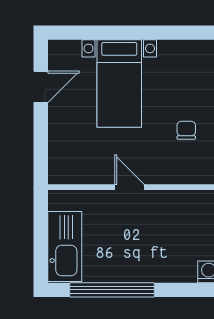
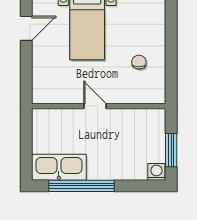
kitchen sink: (65, 246) -> (59, 167), moved, turned -90

